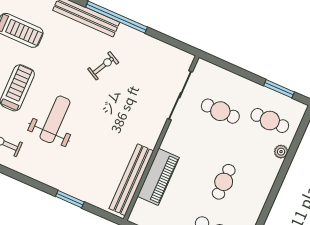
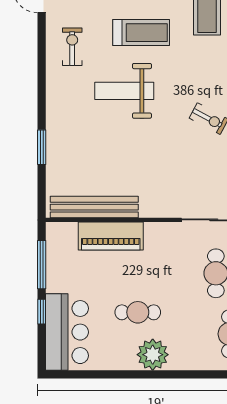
weight bench: (55, 119) -> (124, 91), turned 180
plant: (281, 152) -> (153, 355), moved, width x1.87, depth x1.87

